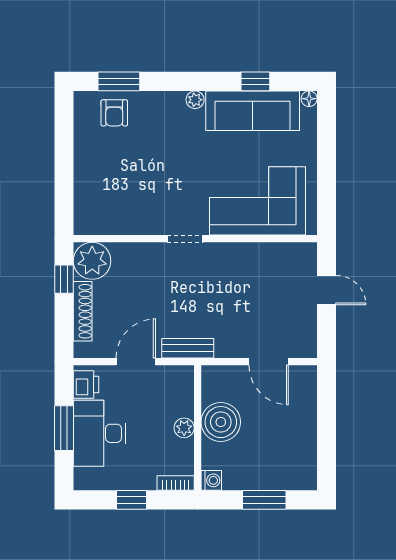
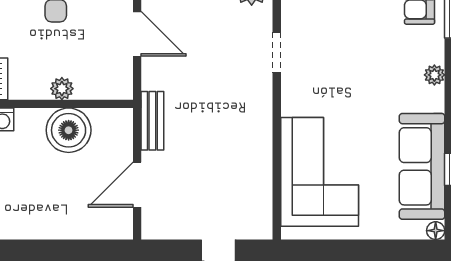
plant: (195, 100) -> (434, 75), moved
doorway: (185, 239) -> (277, 53), moved
bench: (188, 348) -> (152, 121), moved

